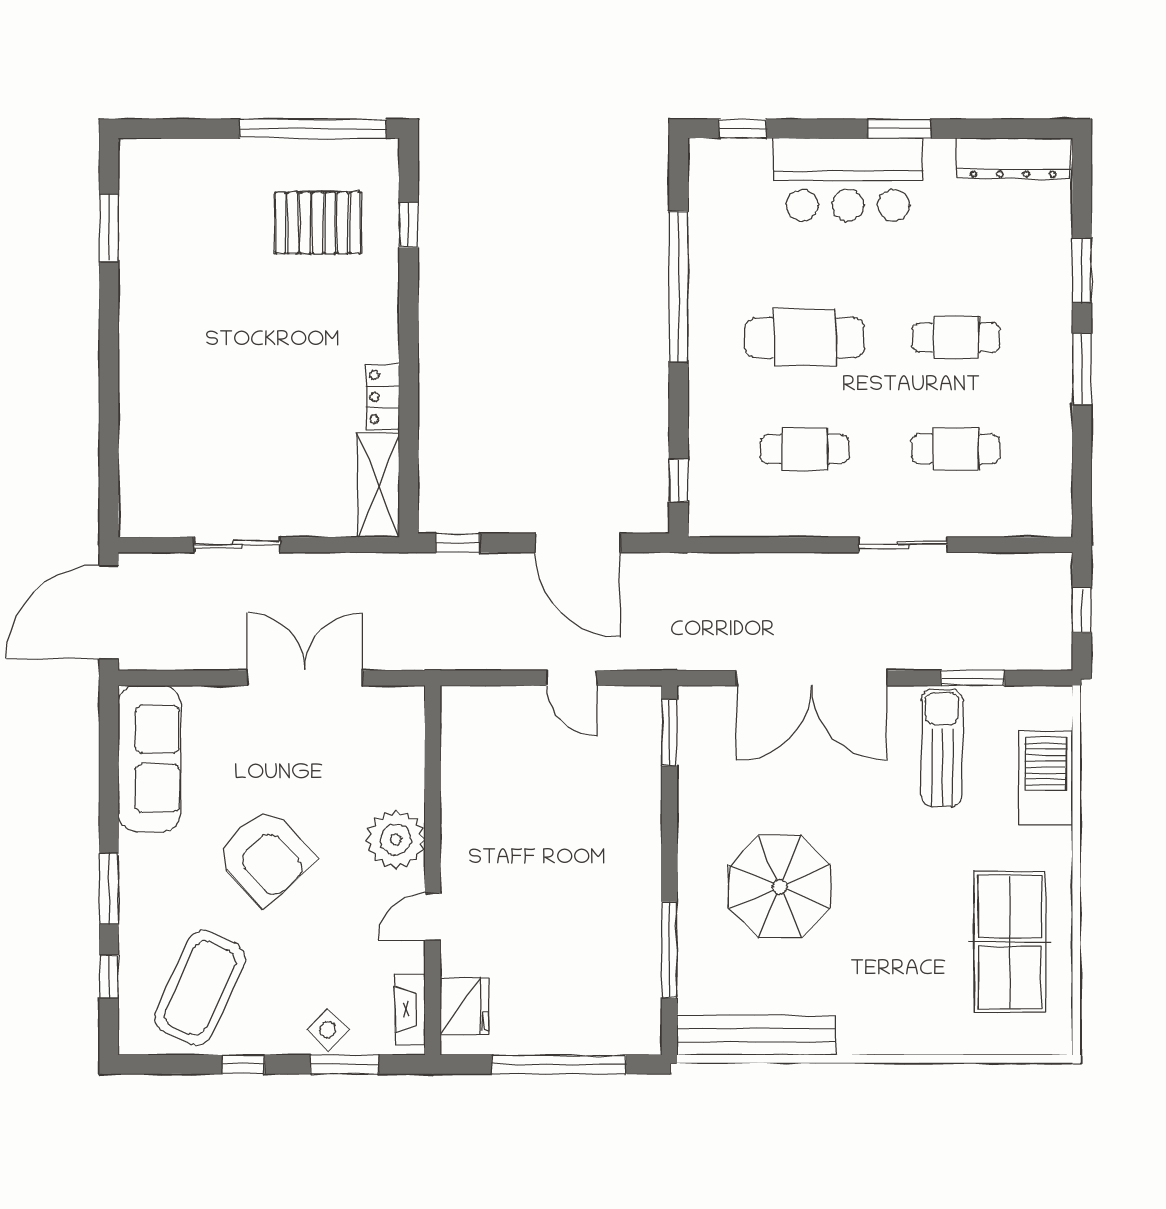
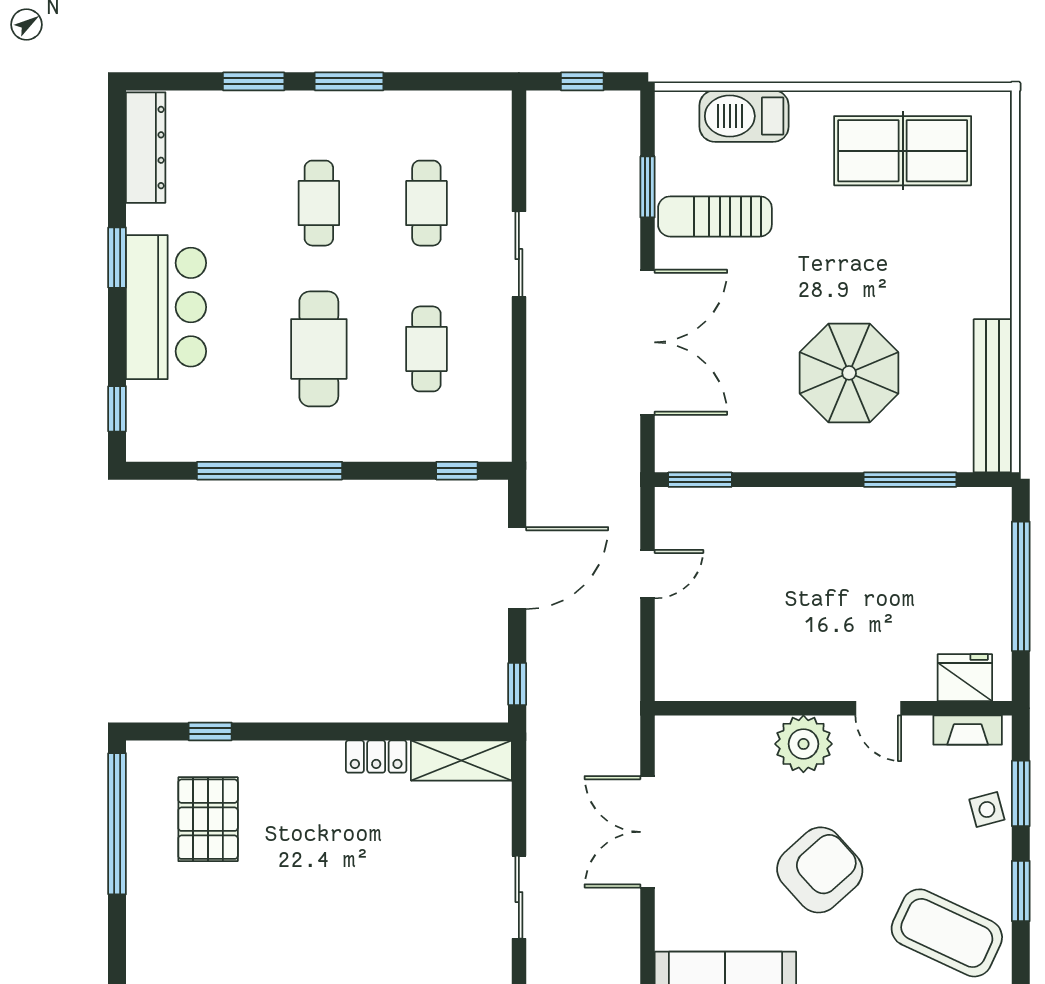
side table: (328, 1029) -> (987, 810), turned 30
window: (243, 1064) -> (1021, 891), width x1.50

